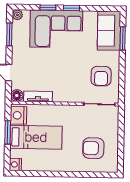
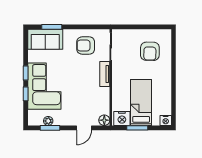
plant: (17, 15) -> (48, 121), moved
armchair: (101, 76) -> (86, 46), turned 180
tv unit: (38, 96) -> (105, 74), moved

